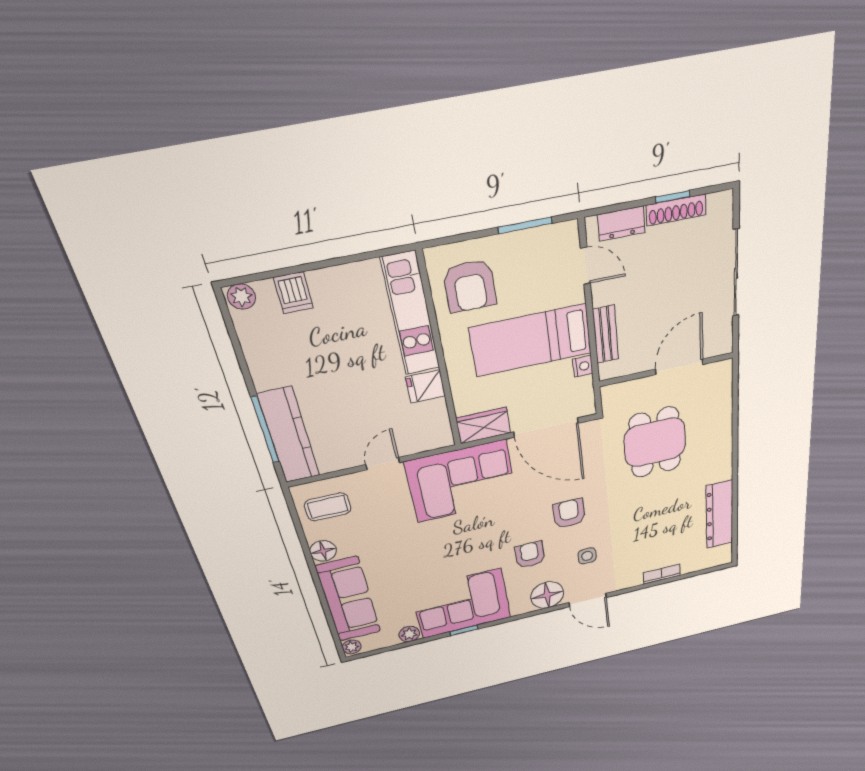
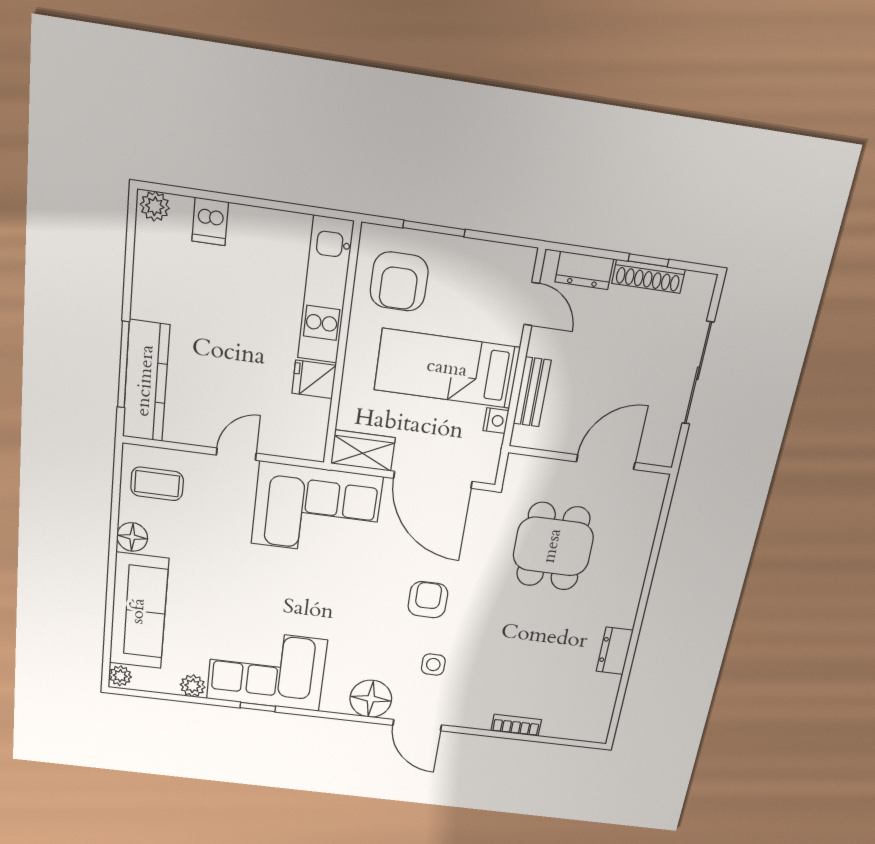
window: (525, 225) -> (434, 229), moved
dresser: (719, 515) -> (615, 651), width x0.51, depth x0.80
armchair: (530, 555) -> (366, 636), removed

